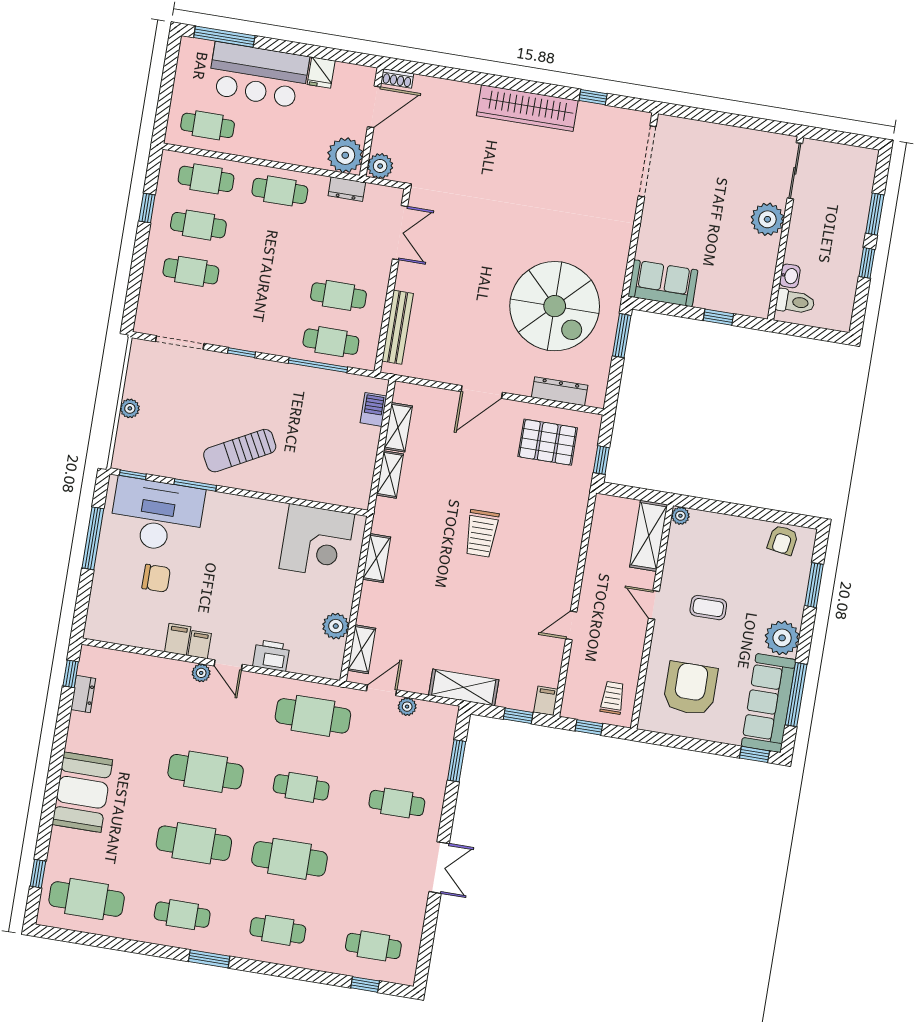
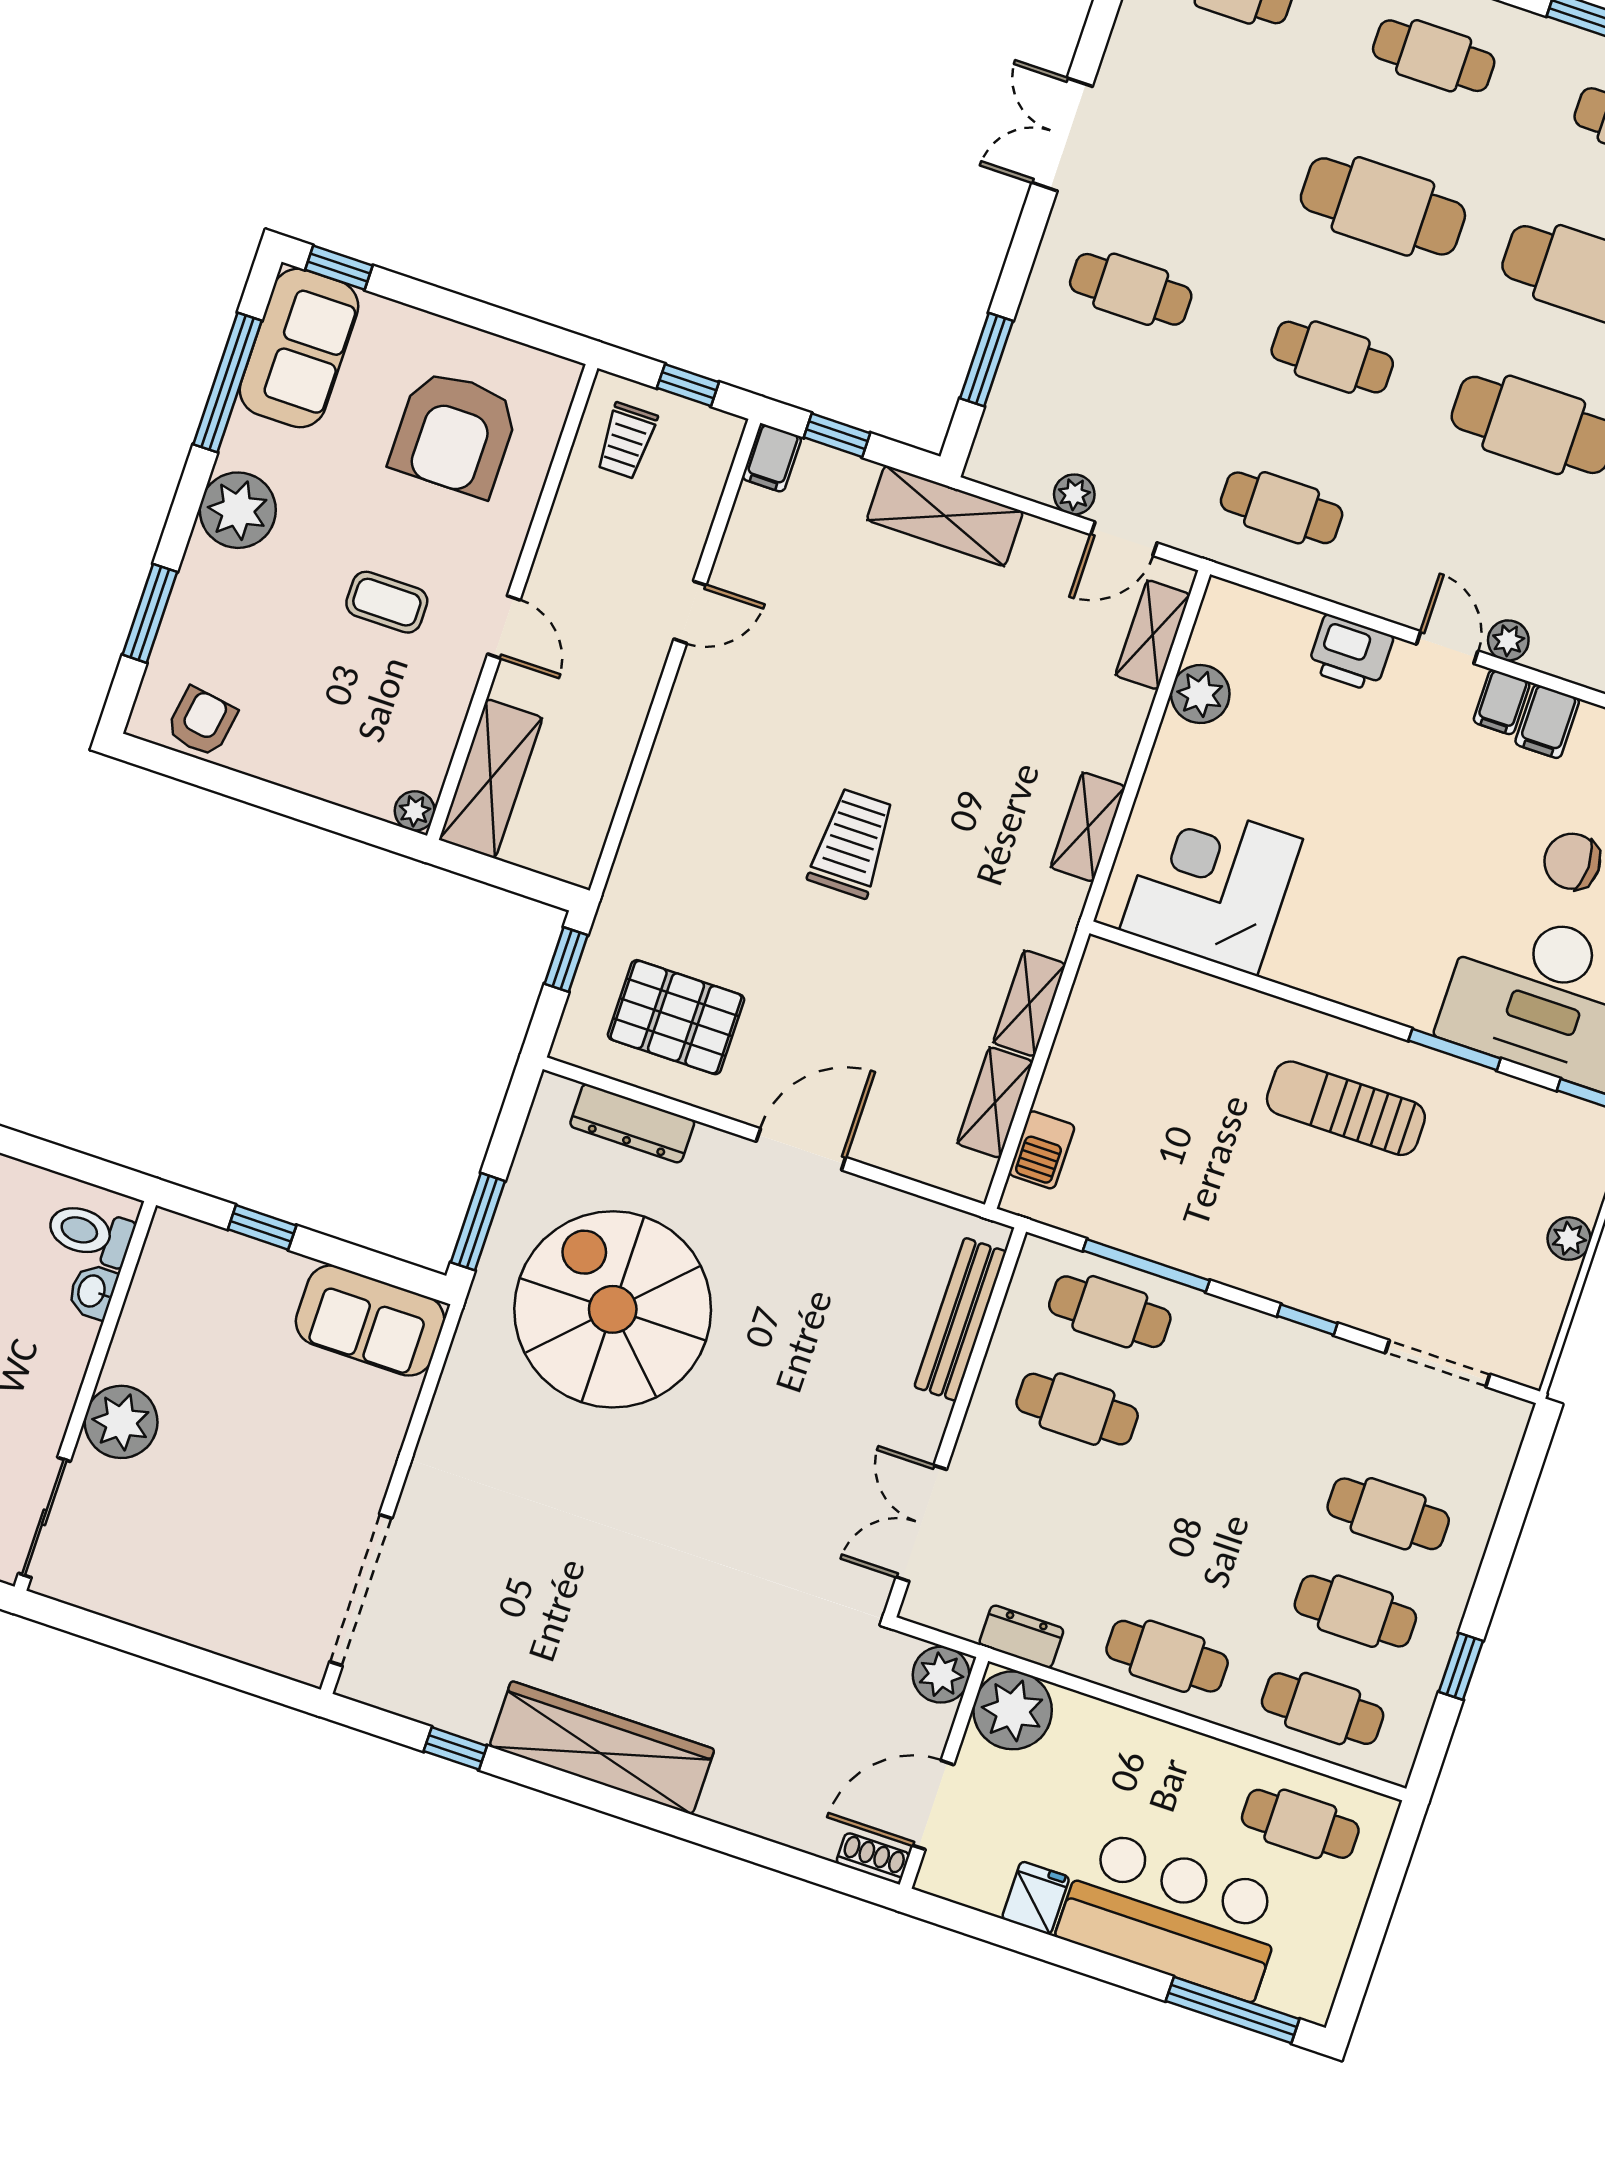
sun lounger: (240, 451) -> (1346, 1108), turned -152
sofa: (769, 703) -> (299, 348), width x0.73
cafe table: (313, 716) -> (1282, 508), width x0.73, depth x0.74

